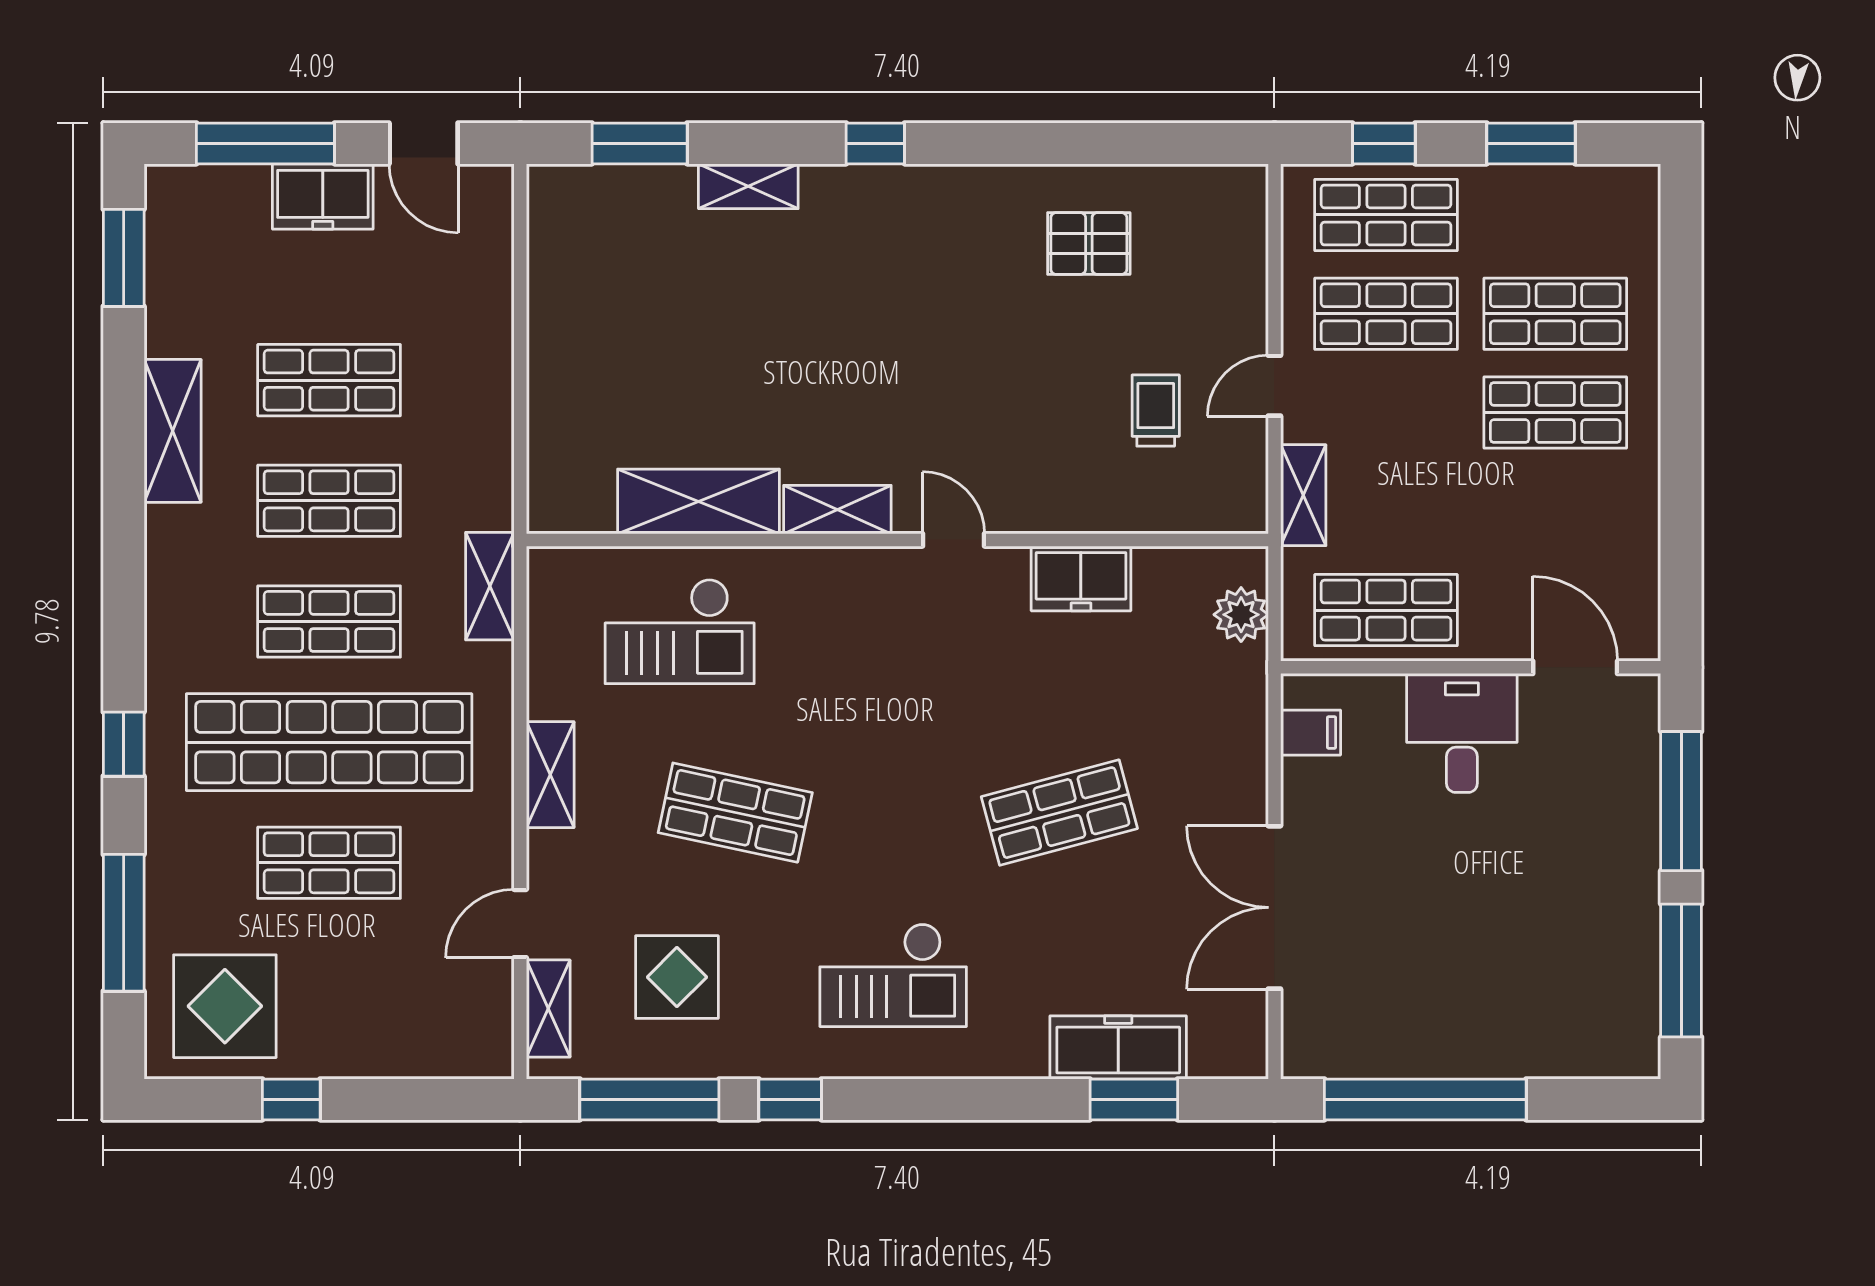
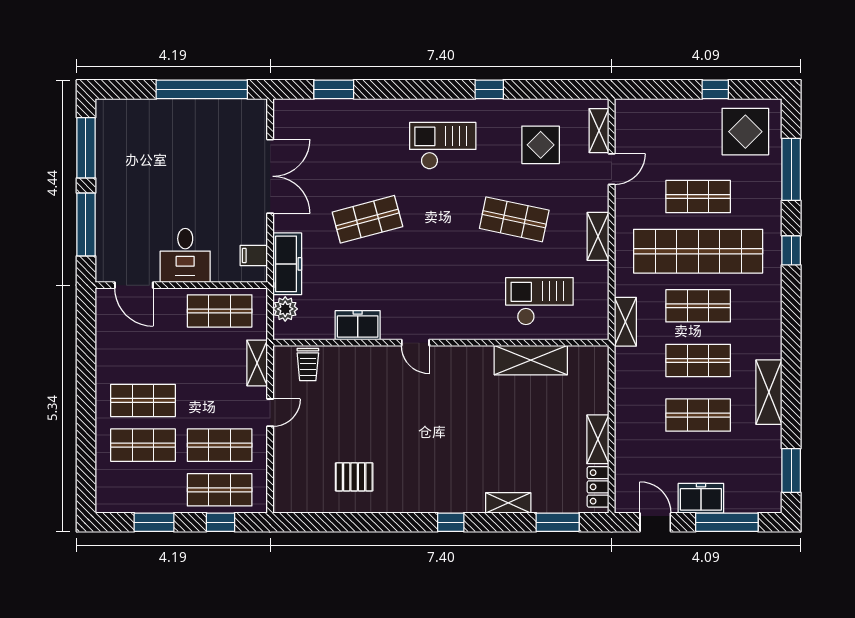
locker: (550, 222) -> (598, 487), added
trolley: (1156, 411) -> (308, 364), moved
shelving: (837, 510) -> (598, 439), moved, turned 90
freezer: (1118, 1047) -> (287, 264), moved, turned -90
window: (649, 1099) -> (553, 89), removed

